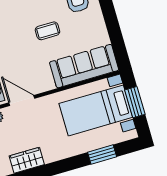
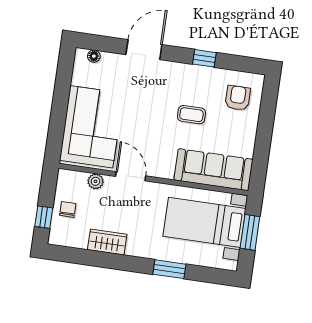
window: (102, 154) -> (169, 269), moved

